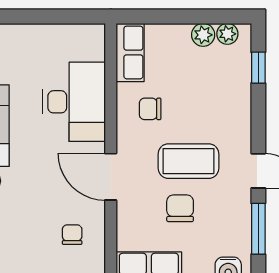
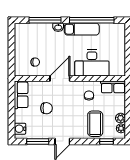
coffee table: (188, 161) -> (95, 124), moved

